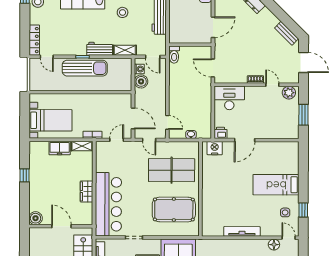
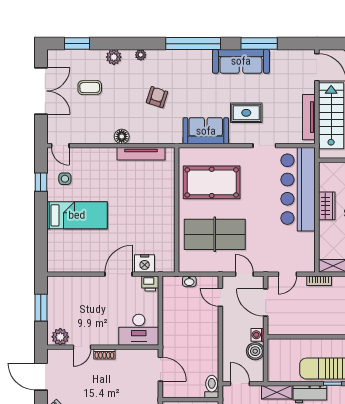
washing machine: (139, 69) -> (257, 335), moved
door: (272, 85) -> (82, 347), hinge flipped
nightstand: (215, 148) -> (145, 263), moved
tv unit: (242, 231) -> (141, 154), moved
floor lamp: (274, 245) -> (122, 136), moved

